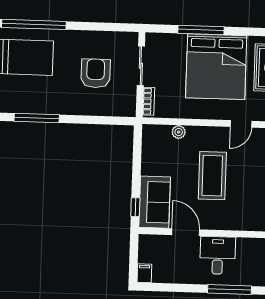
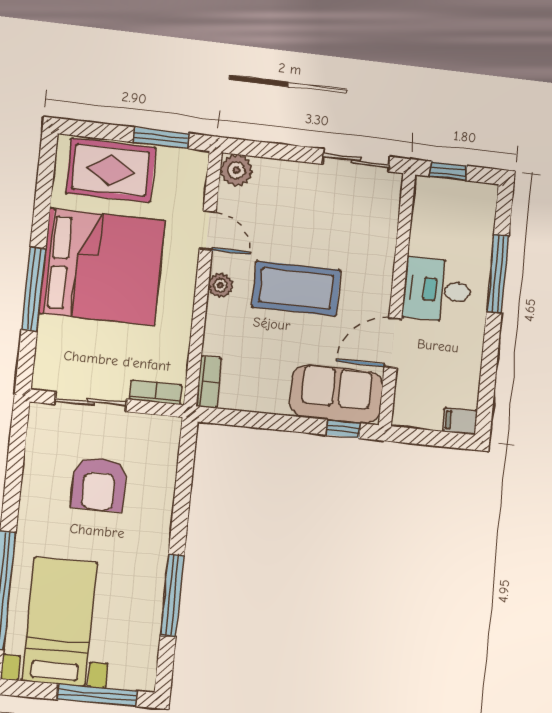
armchair: (96, 73) -> (99, 484), turned -90
bookcase: (156, 130) -> (209, 382), added
plant: (179, 132) -> (221, 285), moved

